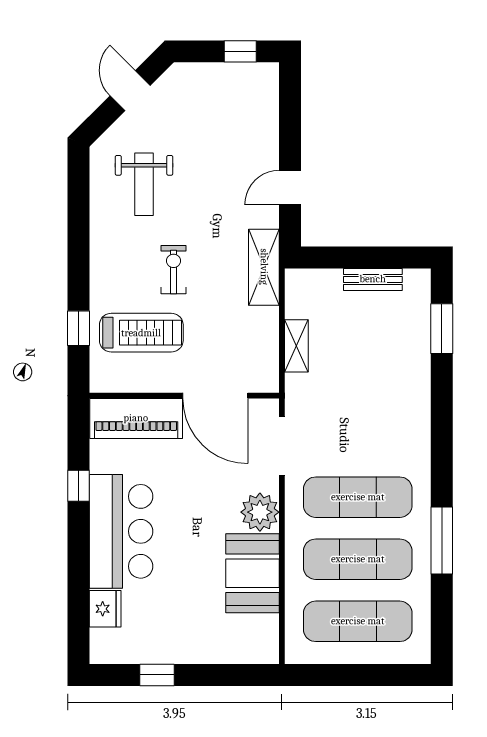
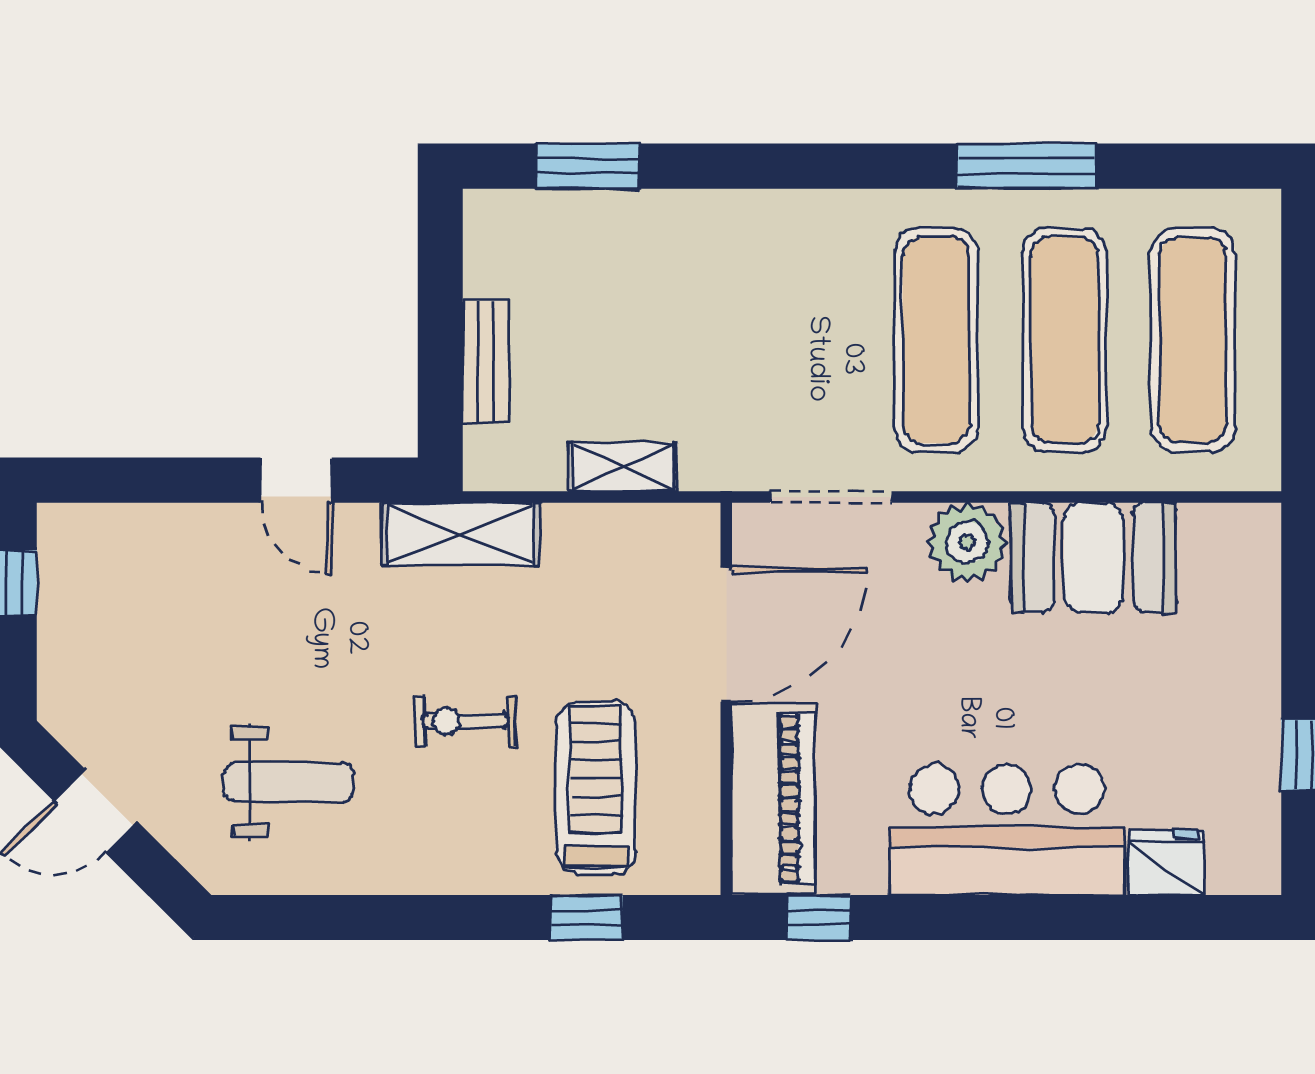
bench: (373, 279) -> (486, 361), moved
window: (79, 486) -> (819, 918), moved

